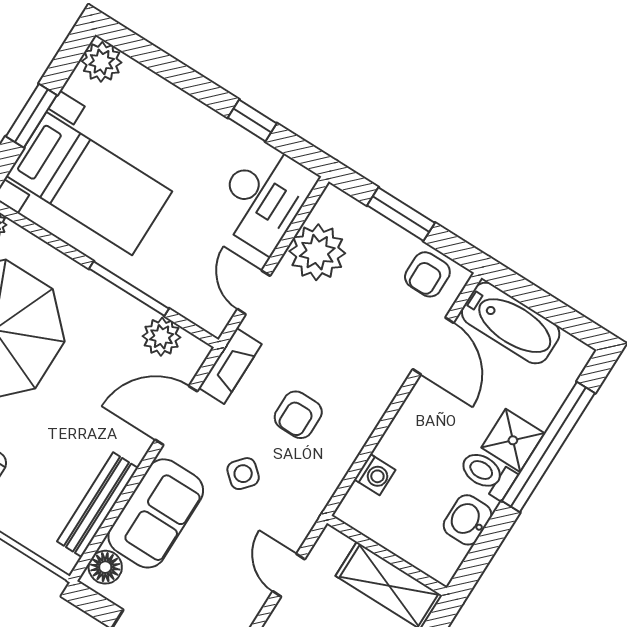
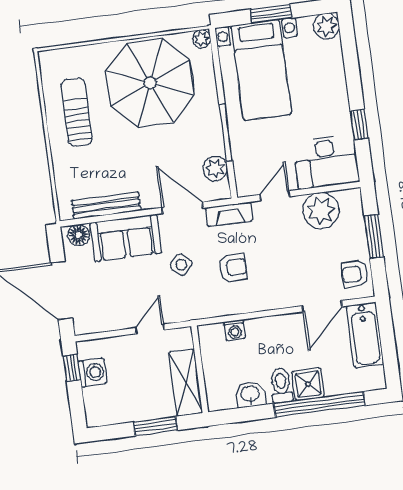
armchair: (298, 415) -> (233, 268), turned 180

